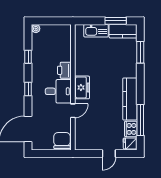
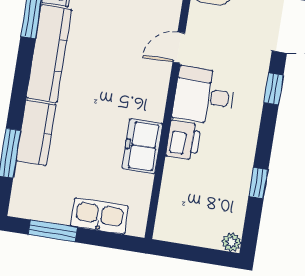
kitchen counter: (123, 31) -> (36, 133), moved, turned 90
freezer: (82, 87) -> (142, 146), moved
window: (28, 89) -> (273, 89), moved

